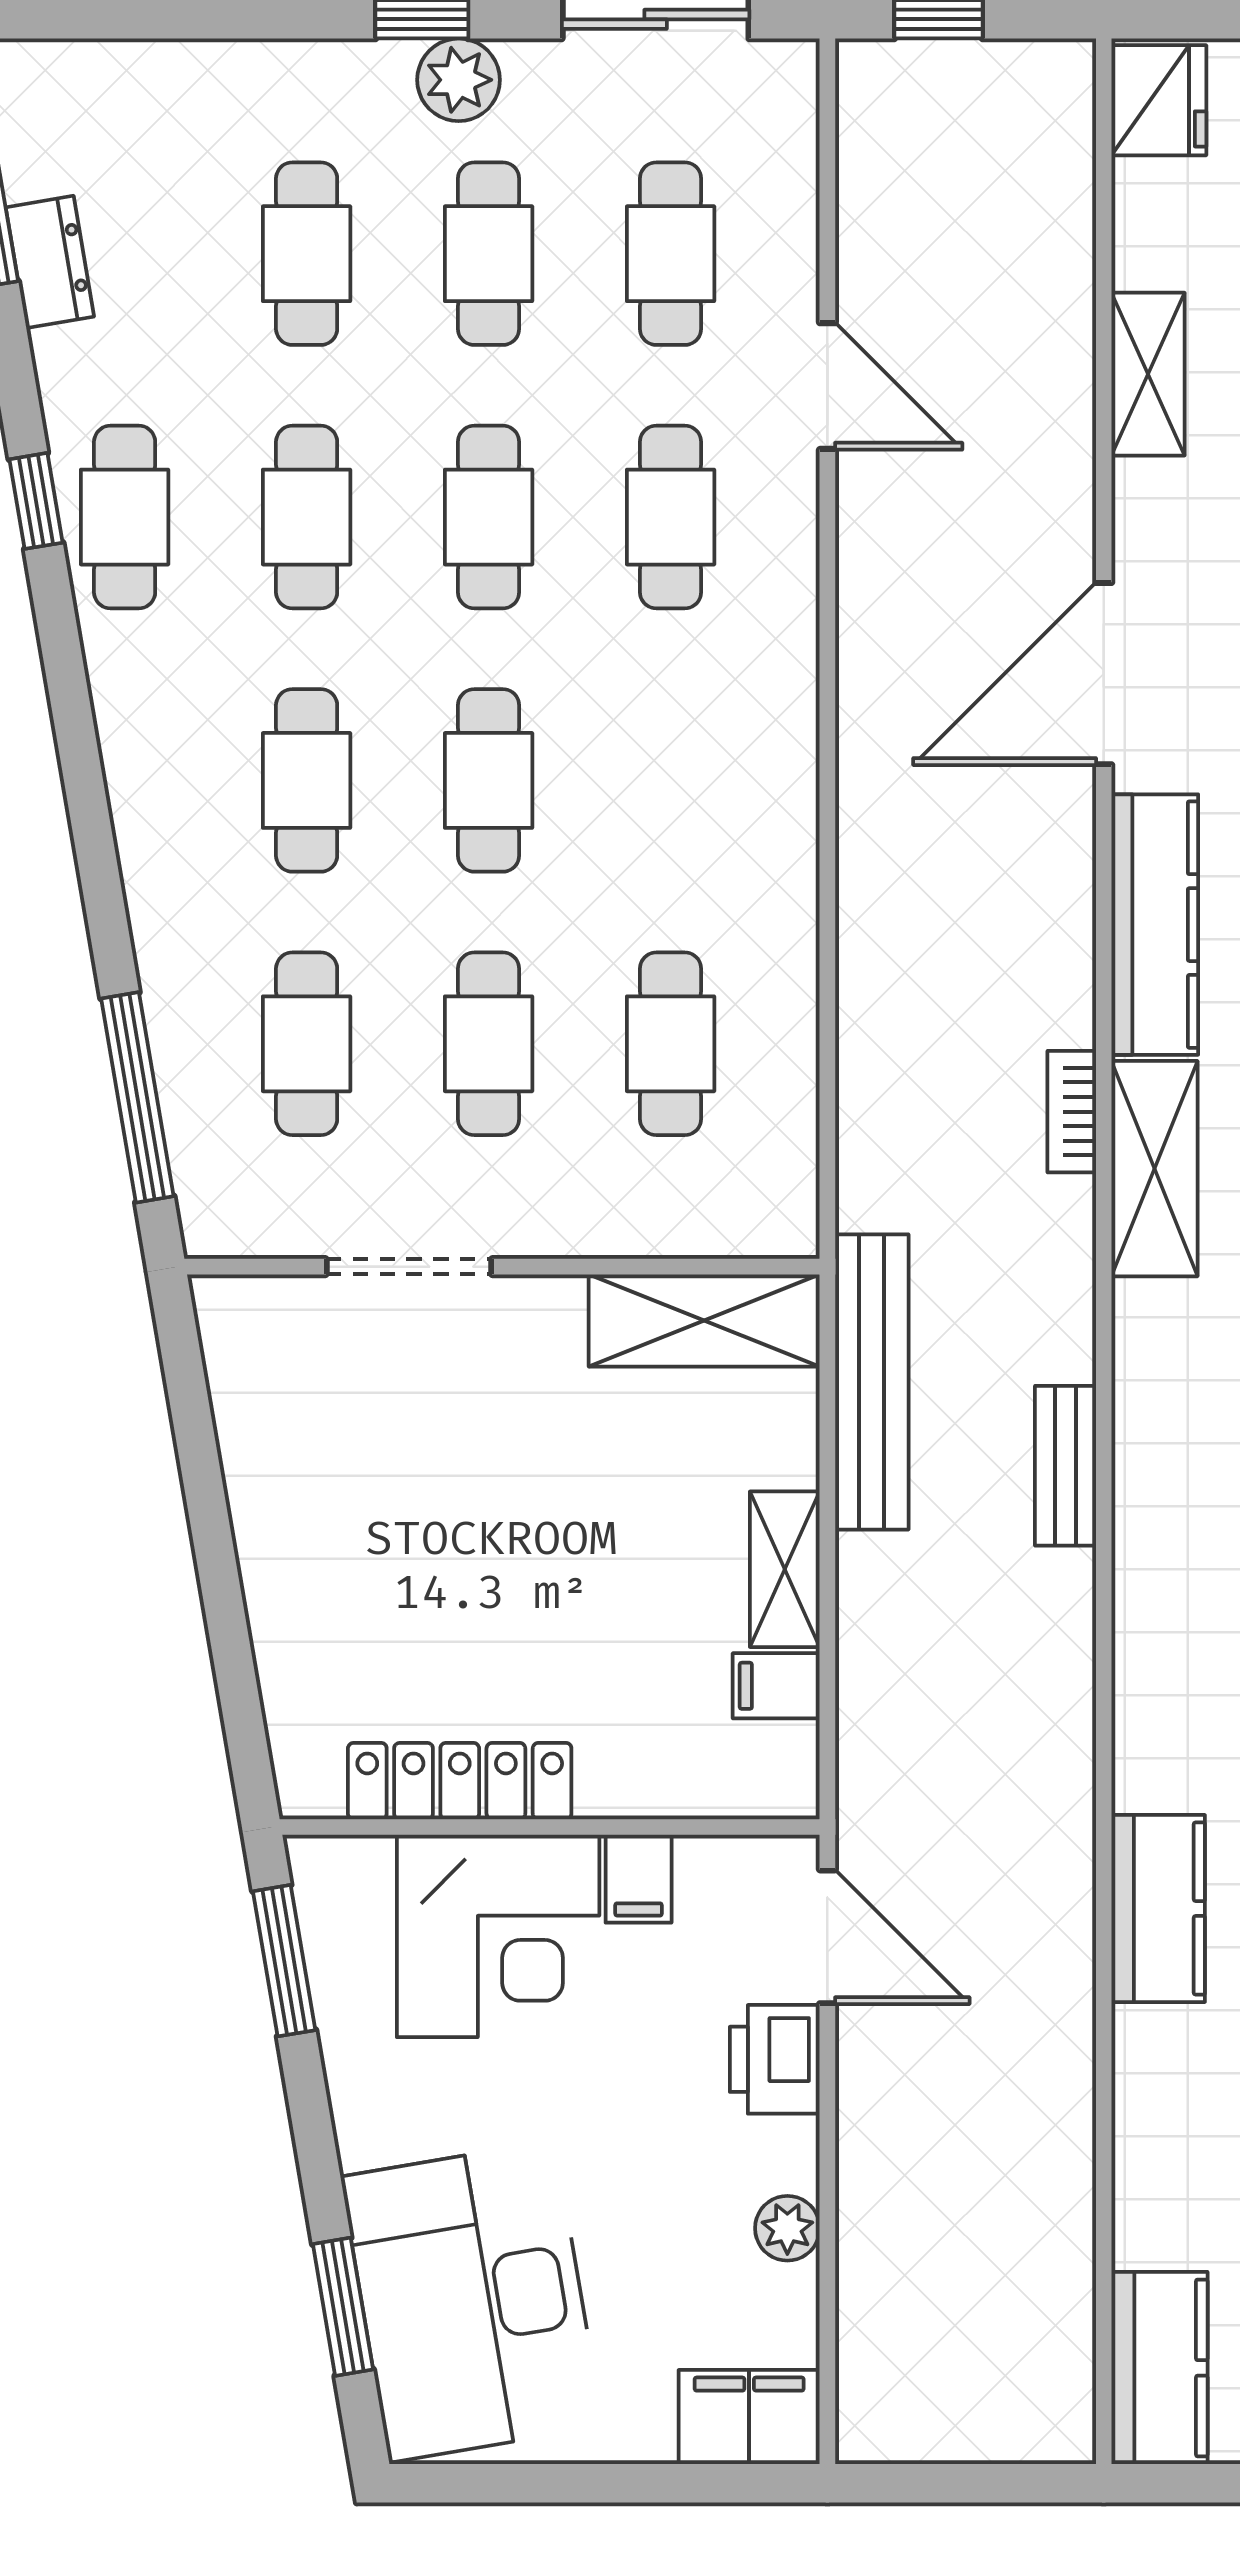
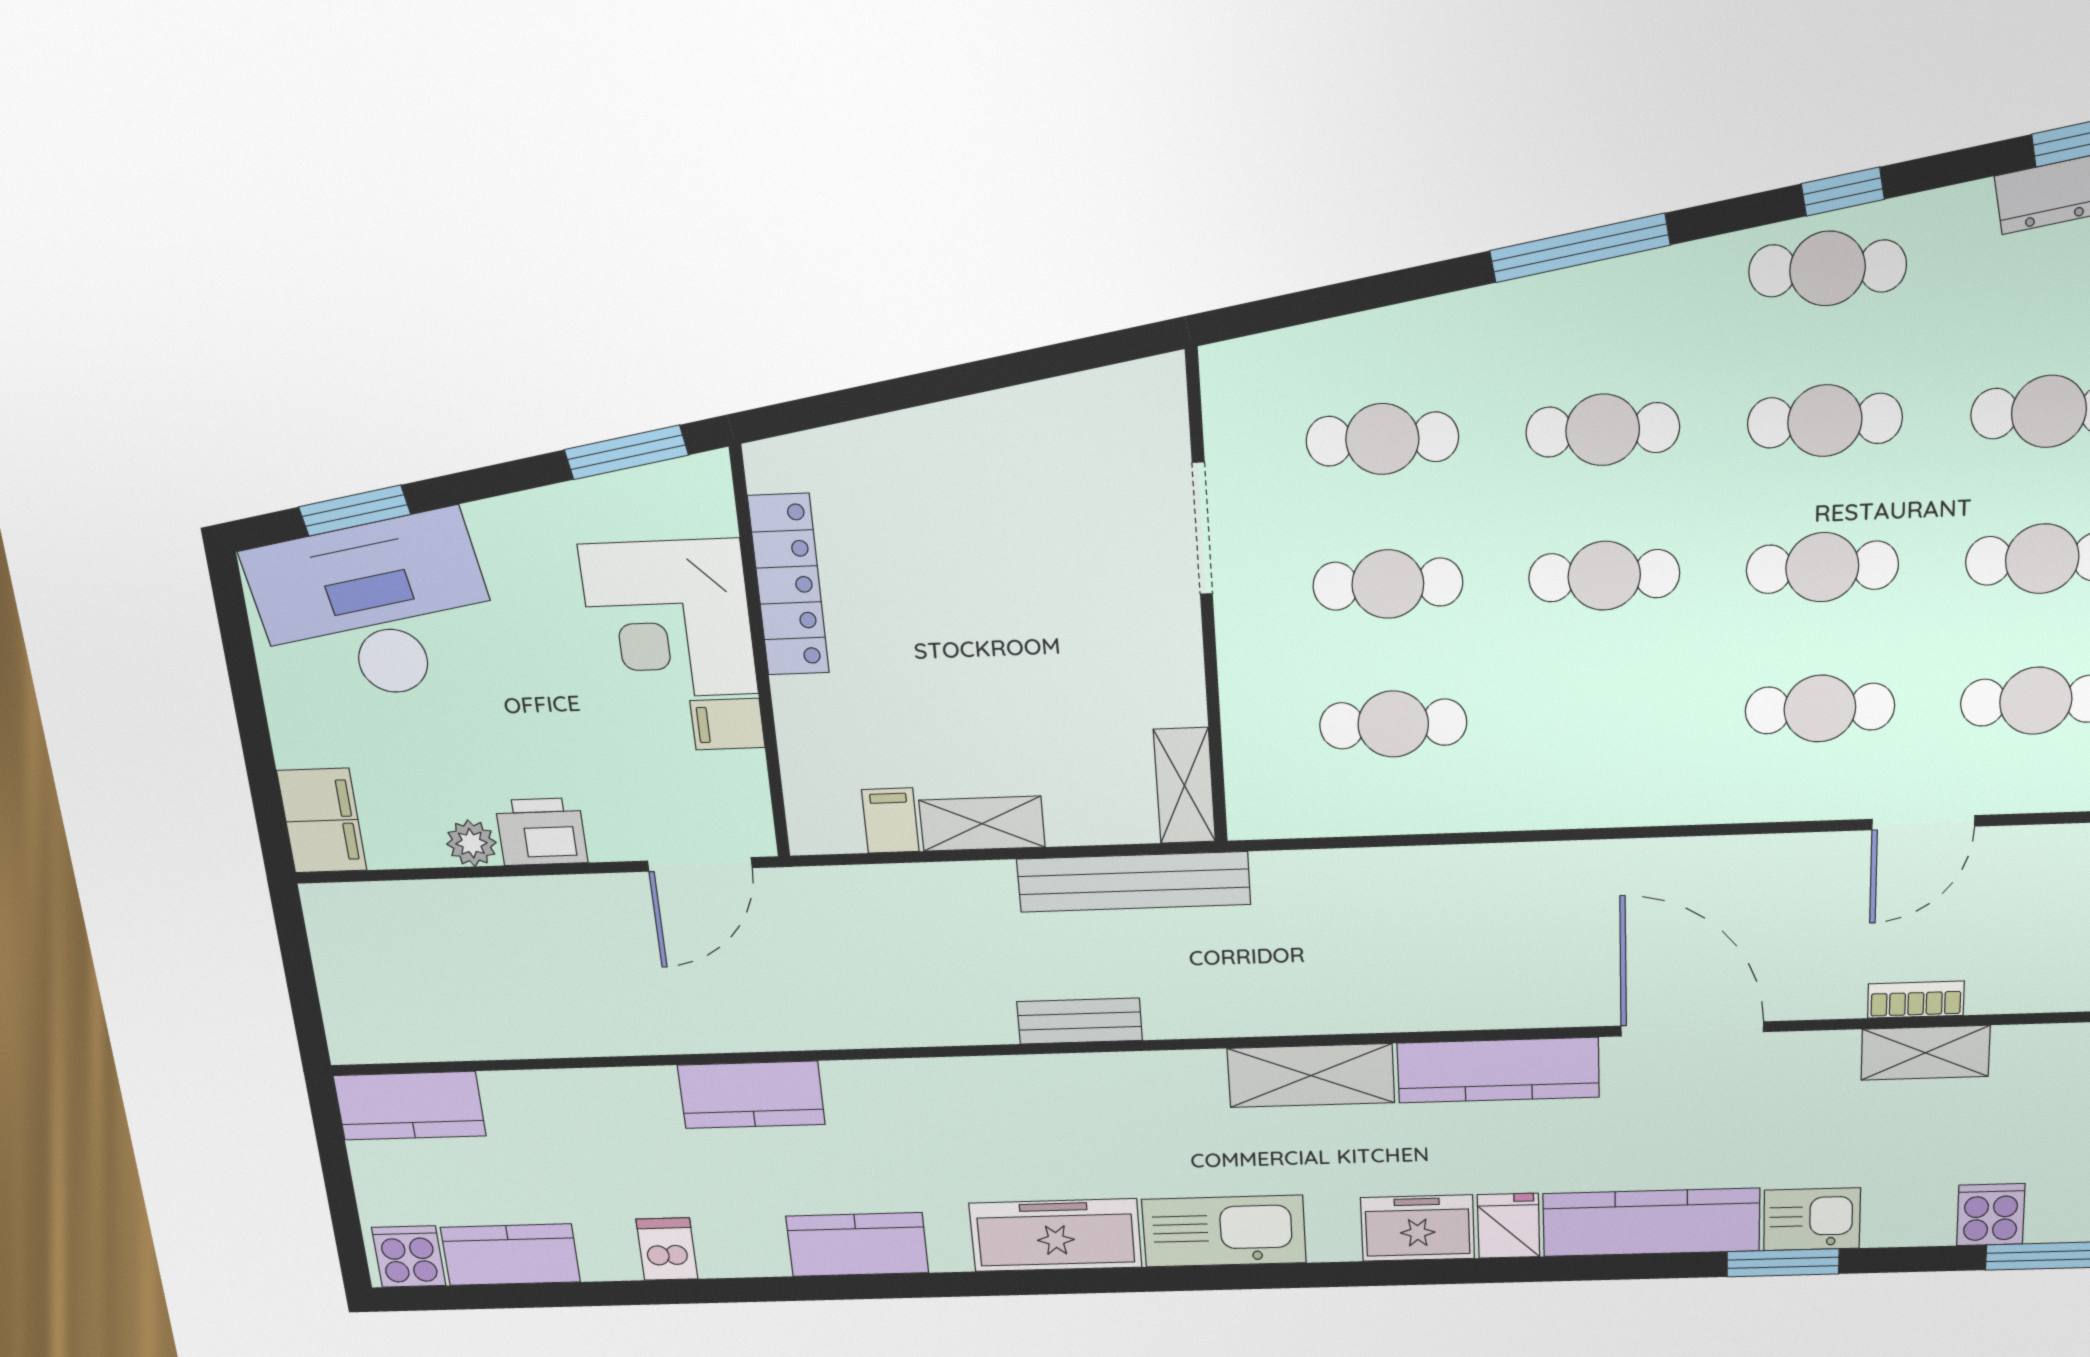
window: (137, 1097) -> (1580, 248), moved
bookcase: (1072, 1112) -> (1916, 1000), moved
shelving: (704, 1321) -> (1184, 786), width x0.67, depth x0.75
printer: (775, 2059) -> (541, 832), moved

